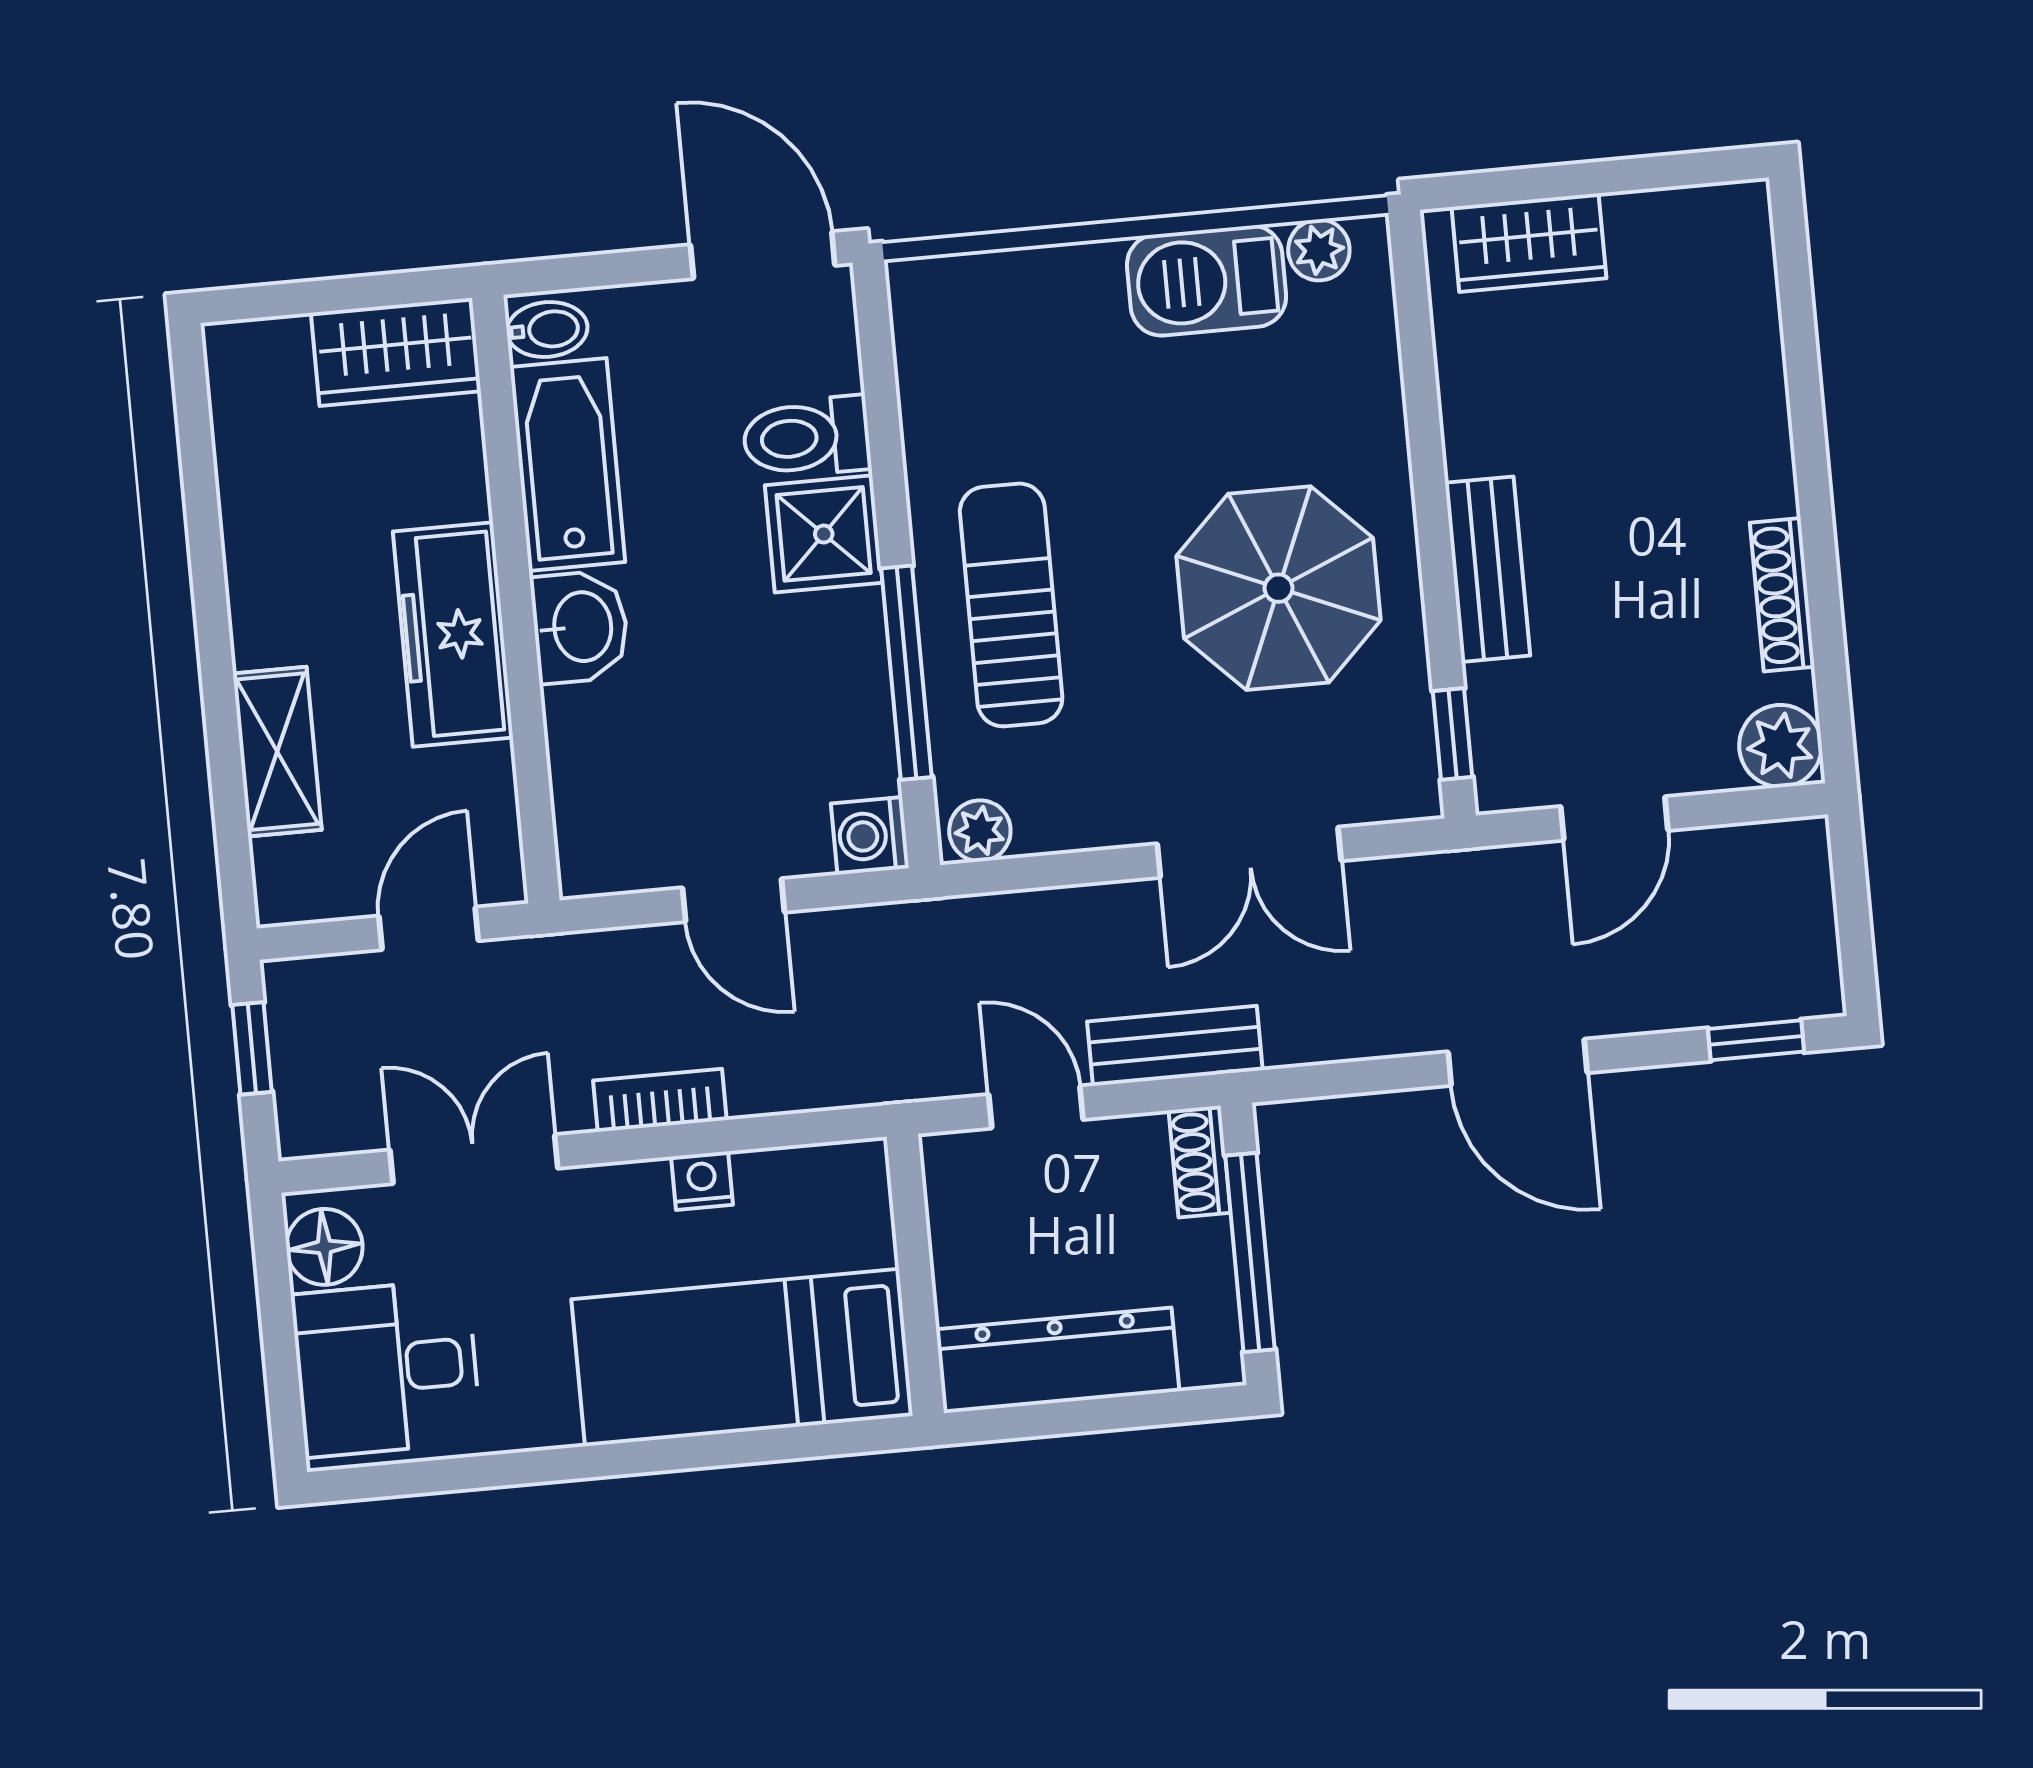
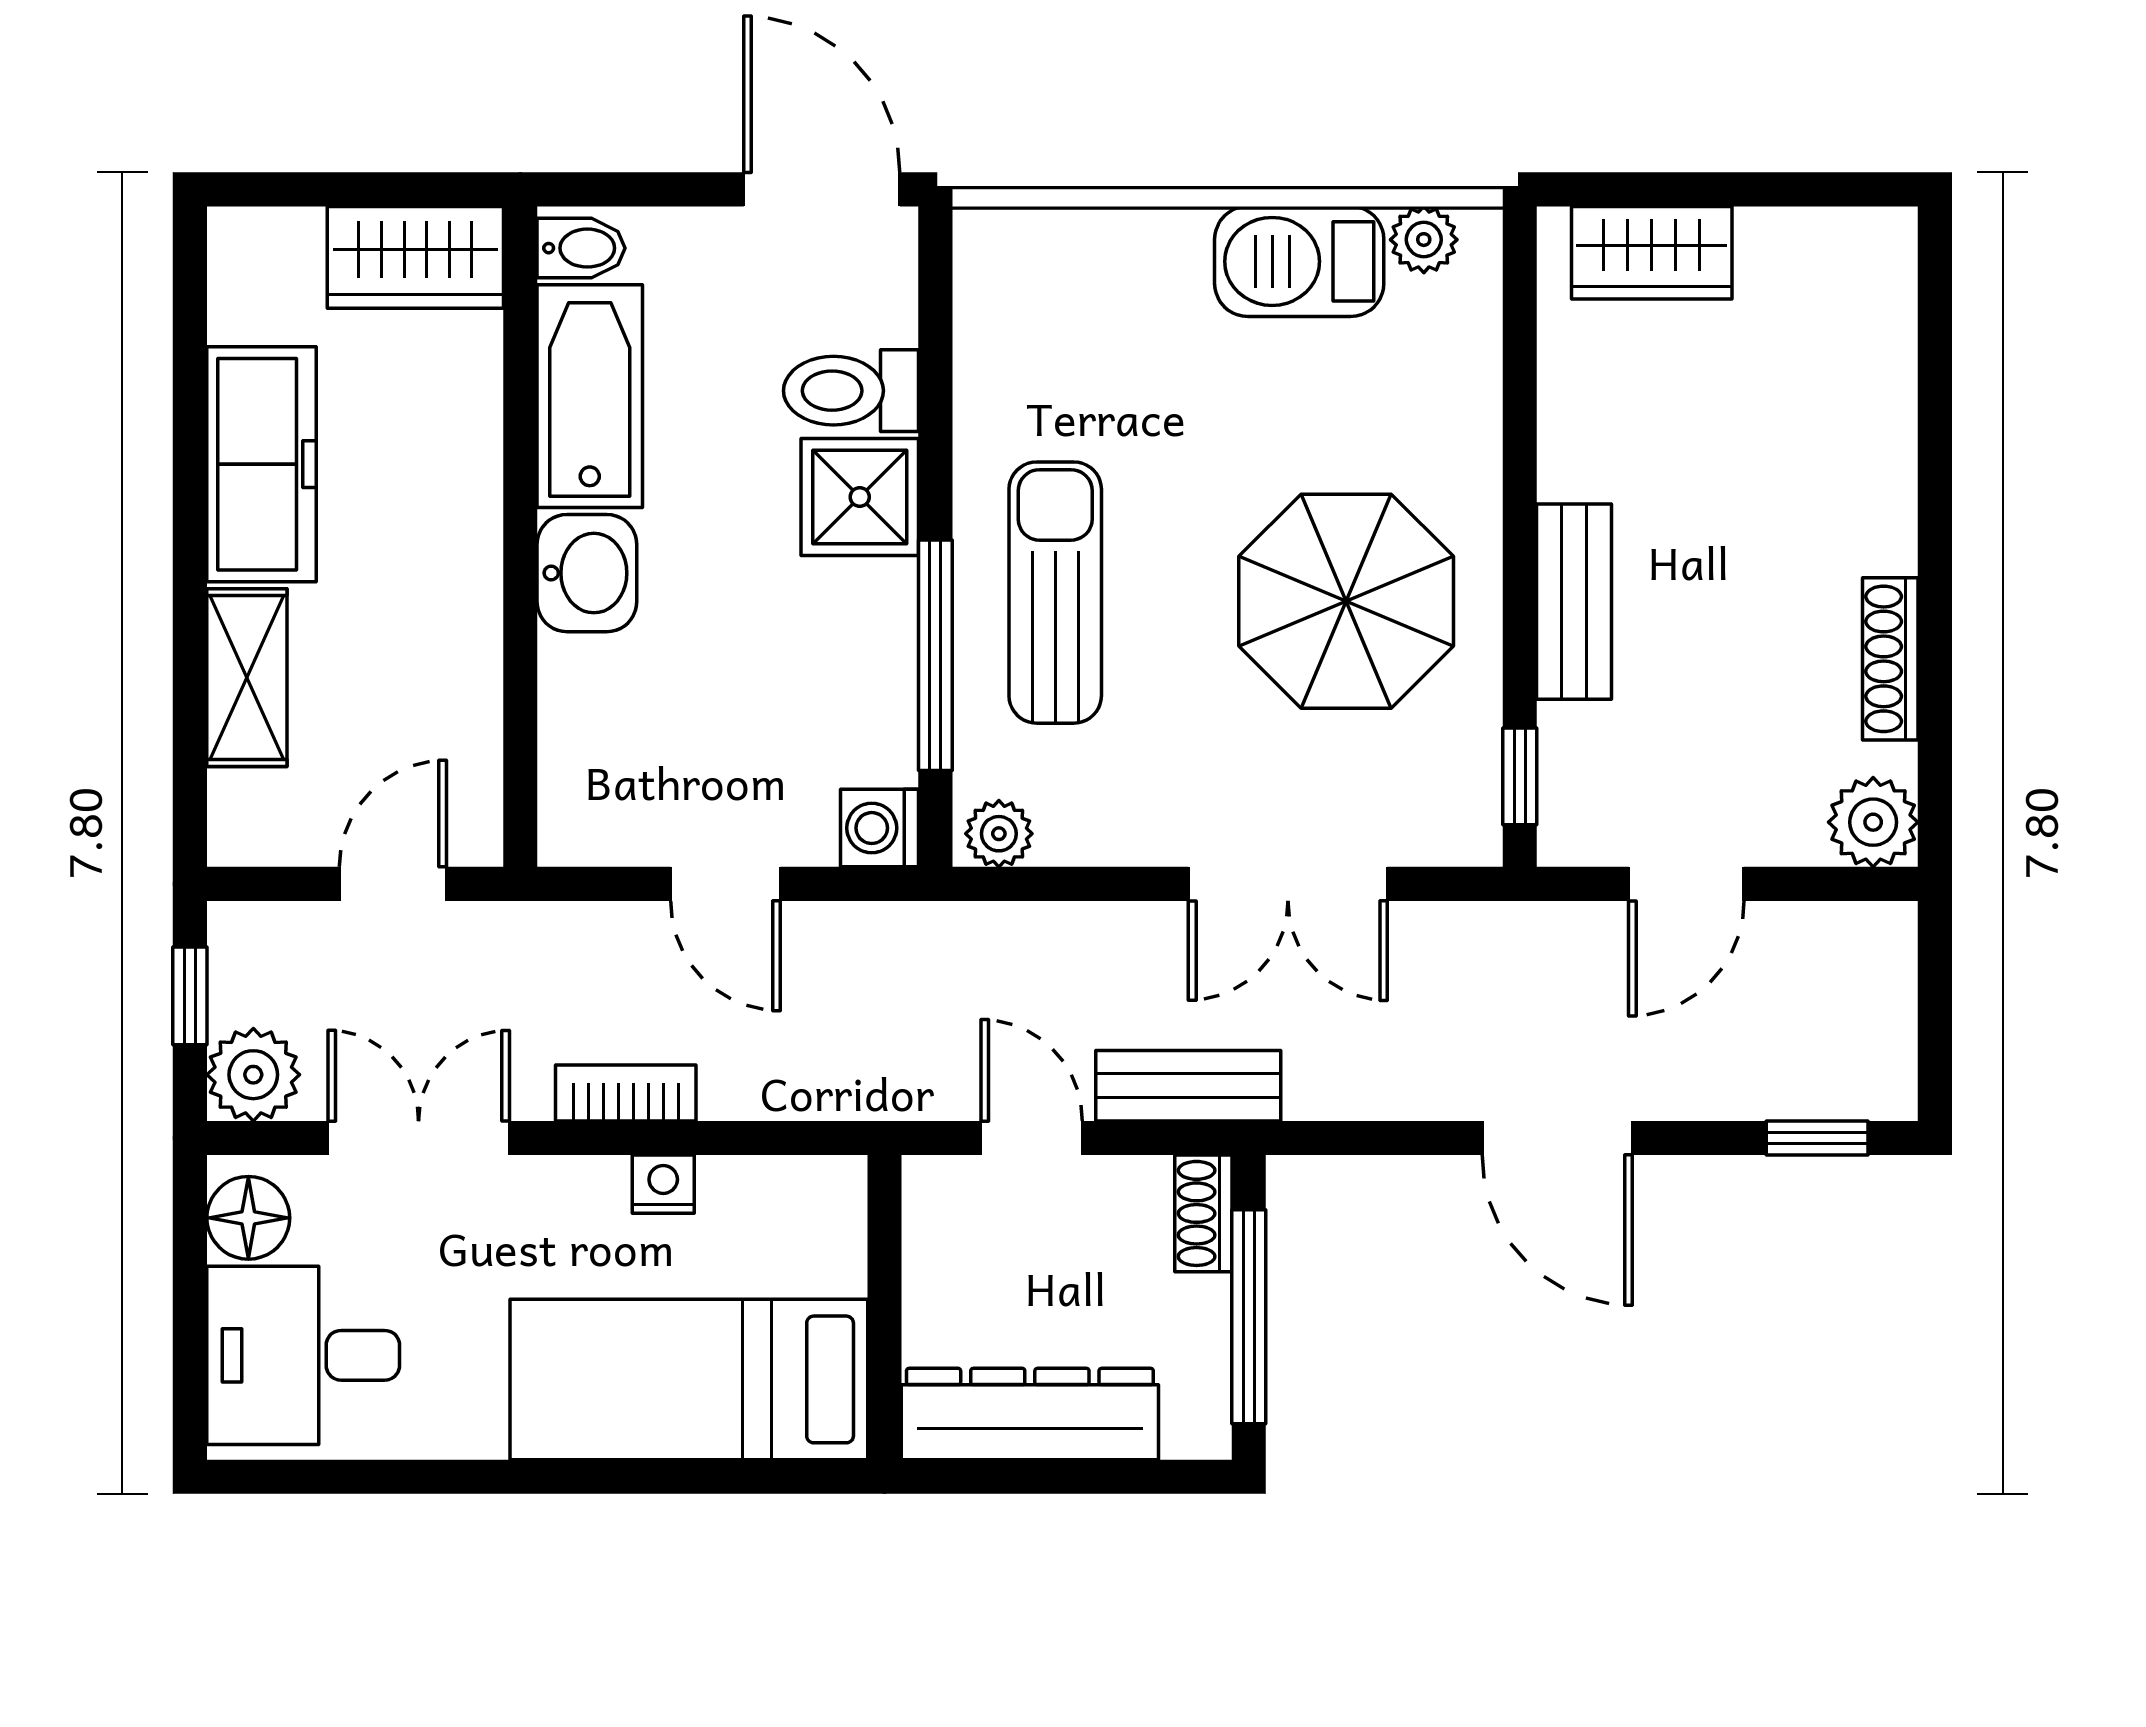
freezer: (453, 634) -> (261, 464), moved, turned 180
plant: (317, 1115) -> (253, 1075), added

